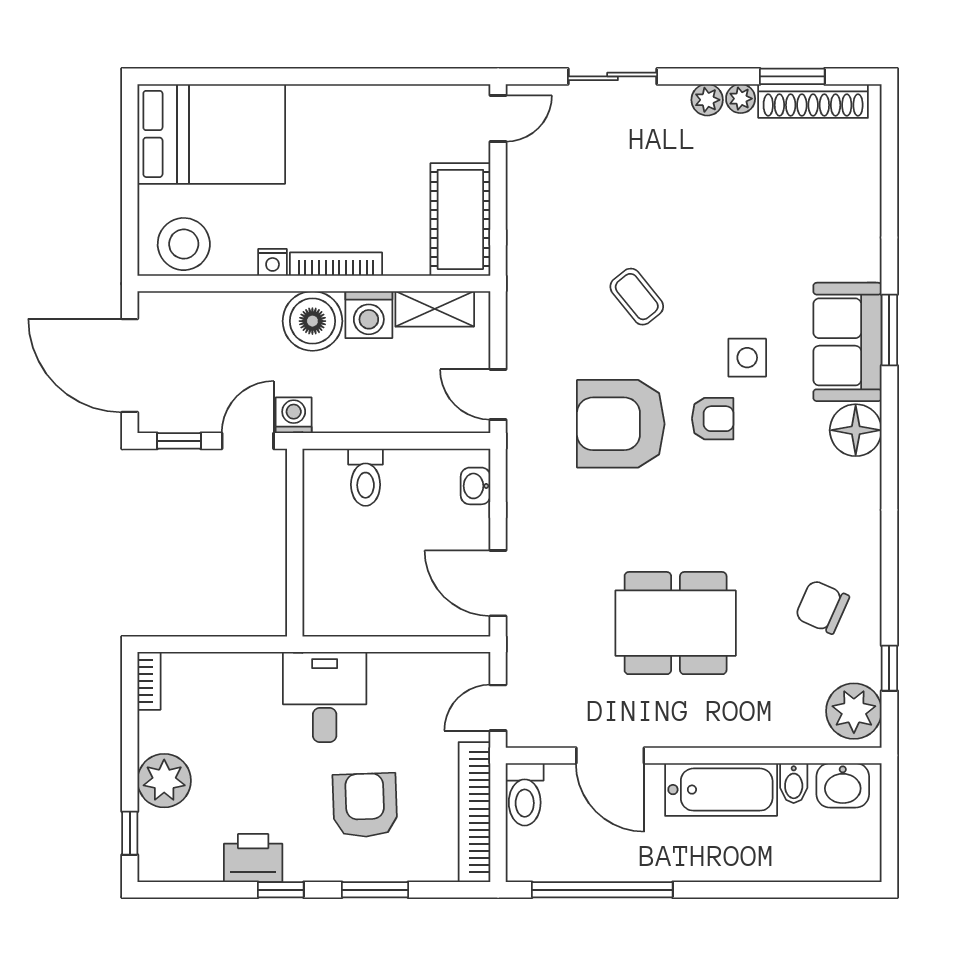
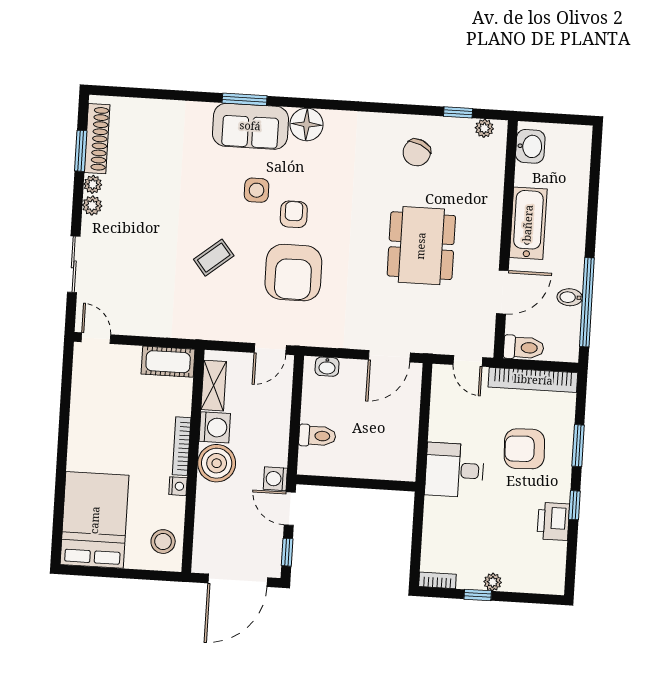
cot: (460, 219) -> (168, 362), width x0.73, depth x0.75
stool: (184, 244) -> (163, 542), width x0.73, depth x0.73
plant: (854, 711) -> (484, 128), width x0.53, depth x0.53
plant: (164, 781) -> (493, 582), width x0.53, depth x0.53
bidet: (794, 783) -> (570, 297), moved, turned 180
window: (130, 833) -> (478, 595), moved

